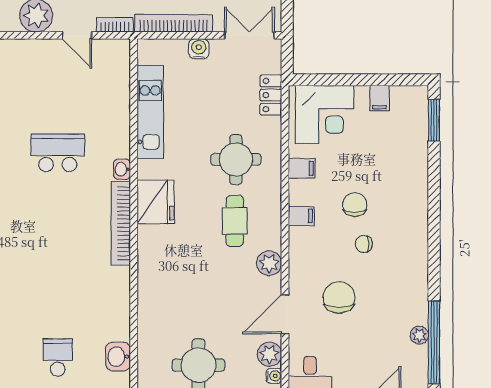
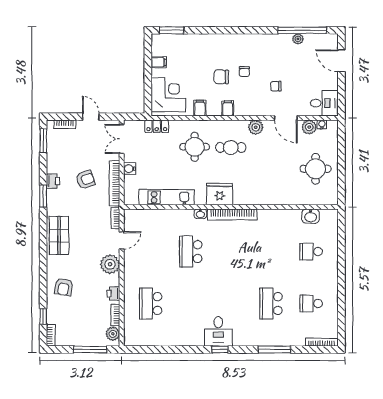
chair: (339, 297) -> (276, 86), width x0.54, depth x0.54

